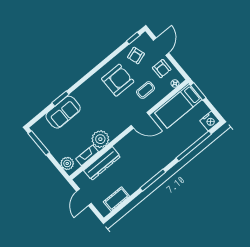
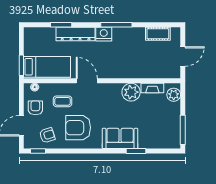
sofa: (63, 112) -> (120, 138), moved
nightstand: (210, 121) -> (104, 34), moved
window: (194, 146) -> (61, 25), width x0.47
dresser: (102, 163) -> (76, 34), moved, turned 180

